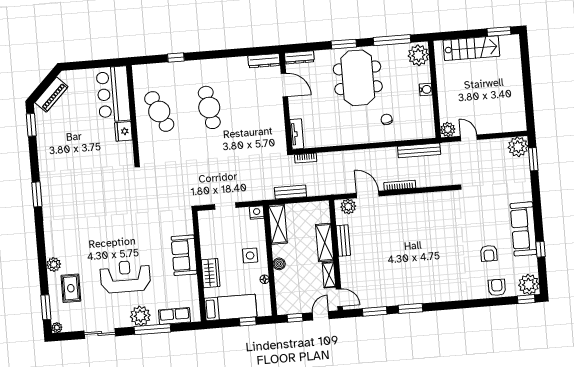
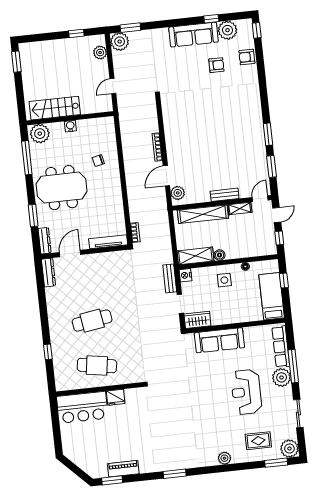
window: (344, 44) -> (33, 216), moved
stairs: (471, 48) -> (55, 108), moved, turned -90
piano: (51, 95) -> (123, 469), moved, turned -45
window: (528, 99) -> (76, 33), added
cafe table: (159, 111) -> (97, 366), turned 33
plant: (448, 129) -> (100, 52), moved
tv unit: (297, 134) -> (108, 242), width x1.41
bench: (419, 150) -> (125, 131), removed
bench: (290, 192) -> (170, 278), moved
bench: (343, 241) -> (225, 195), moved
shelving: (325, 242) -> (203, 214), width x1.47
sofa: (184, 255) -> (219, 340), width x1.36
plant: (54, 264) -> (224, 458), moved
boiler: (279, 264) -> (220, 255), moved
wardrobe: (211, 273) -> (197, 320), moved
plant: (529, 284) -> (227, 30), moved
row of seats: (175, 316) -> (281, 347), width x1.48
door: (321, 316) -> (277, 215), swing flipped
plant: (57, 328) -> (289, 449), width x1.88, depth x1.88

